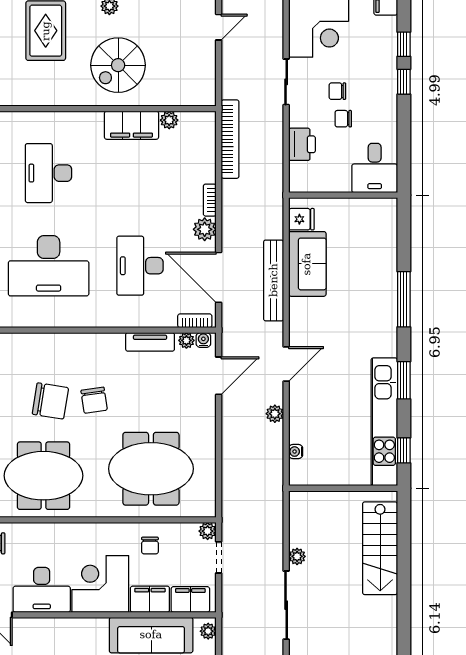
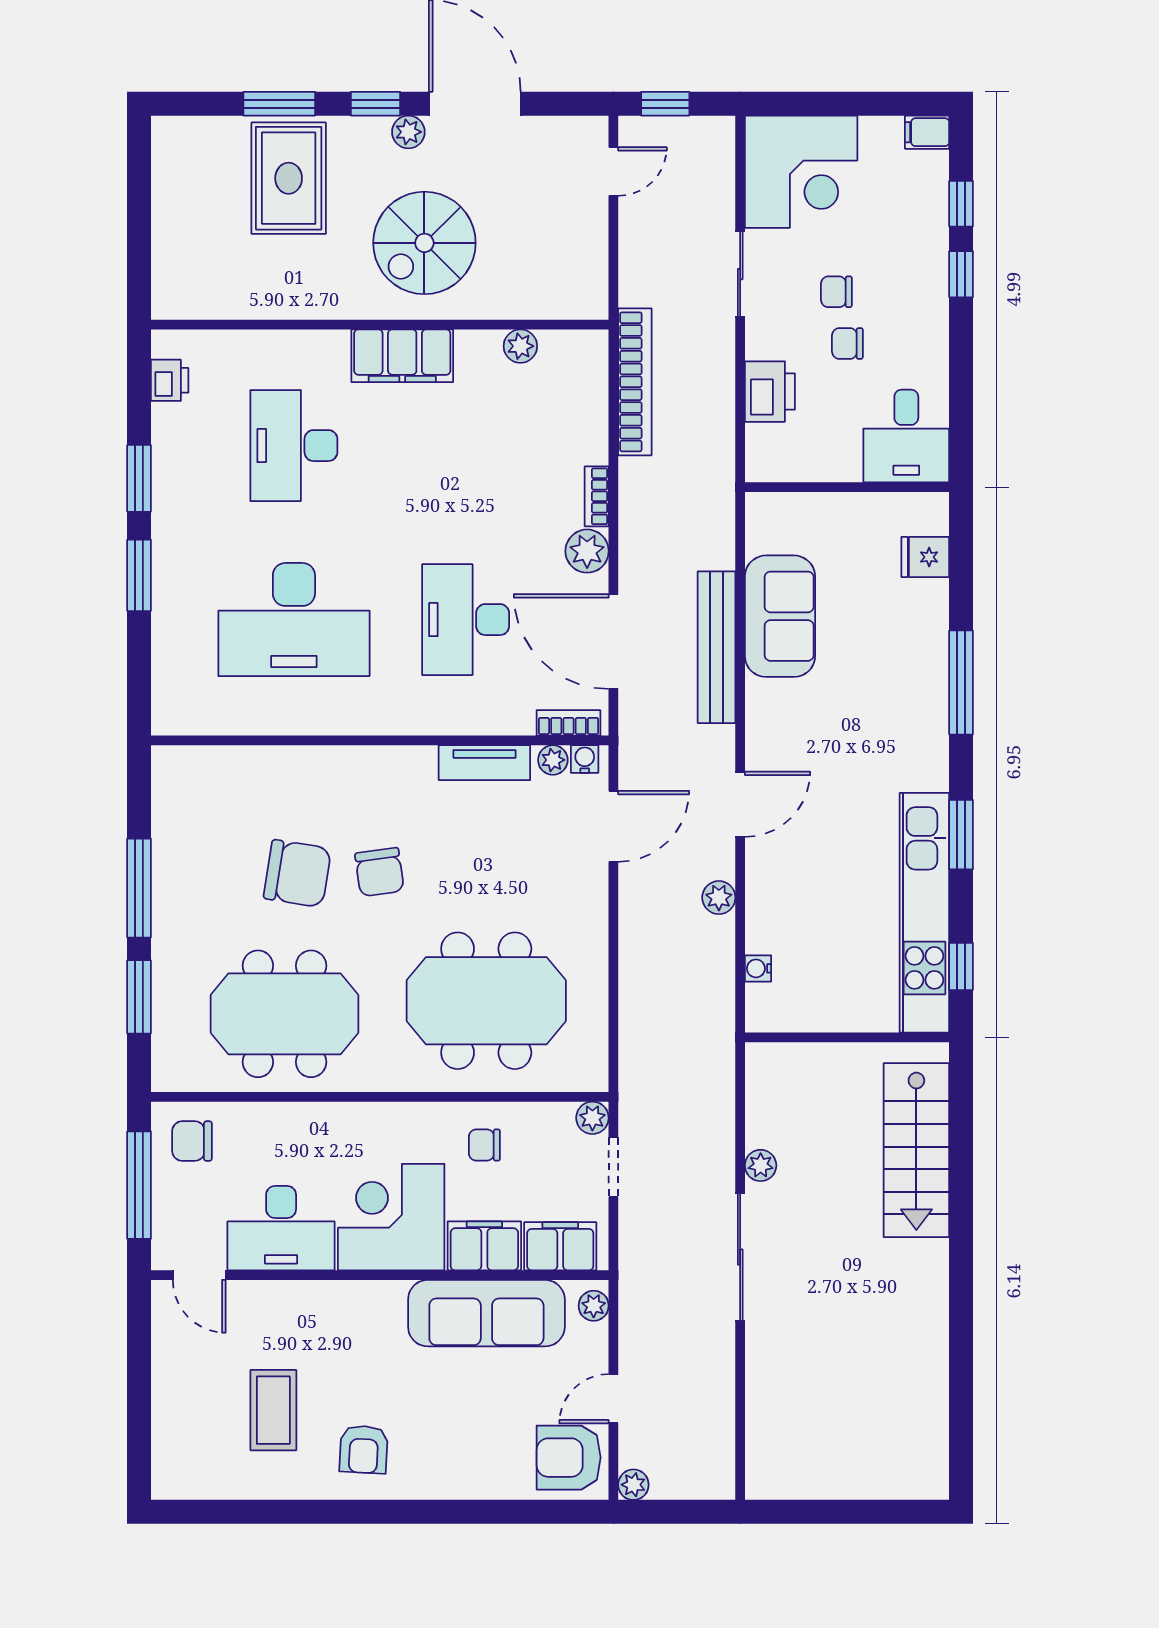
filing cabinet: (131, 125) -> (402, 356), moved
fridge: (301, 219) -> (925, 557), moved, turned 180
chair: (150, 546) -> (484, 1145), turned 90

